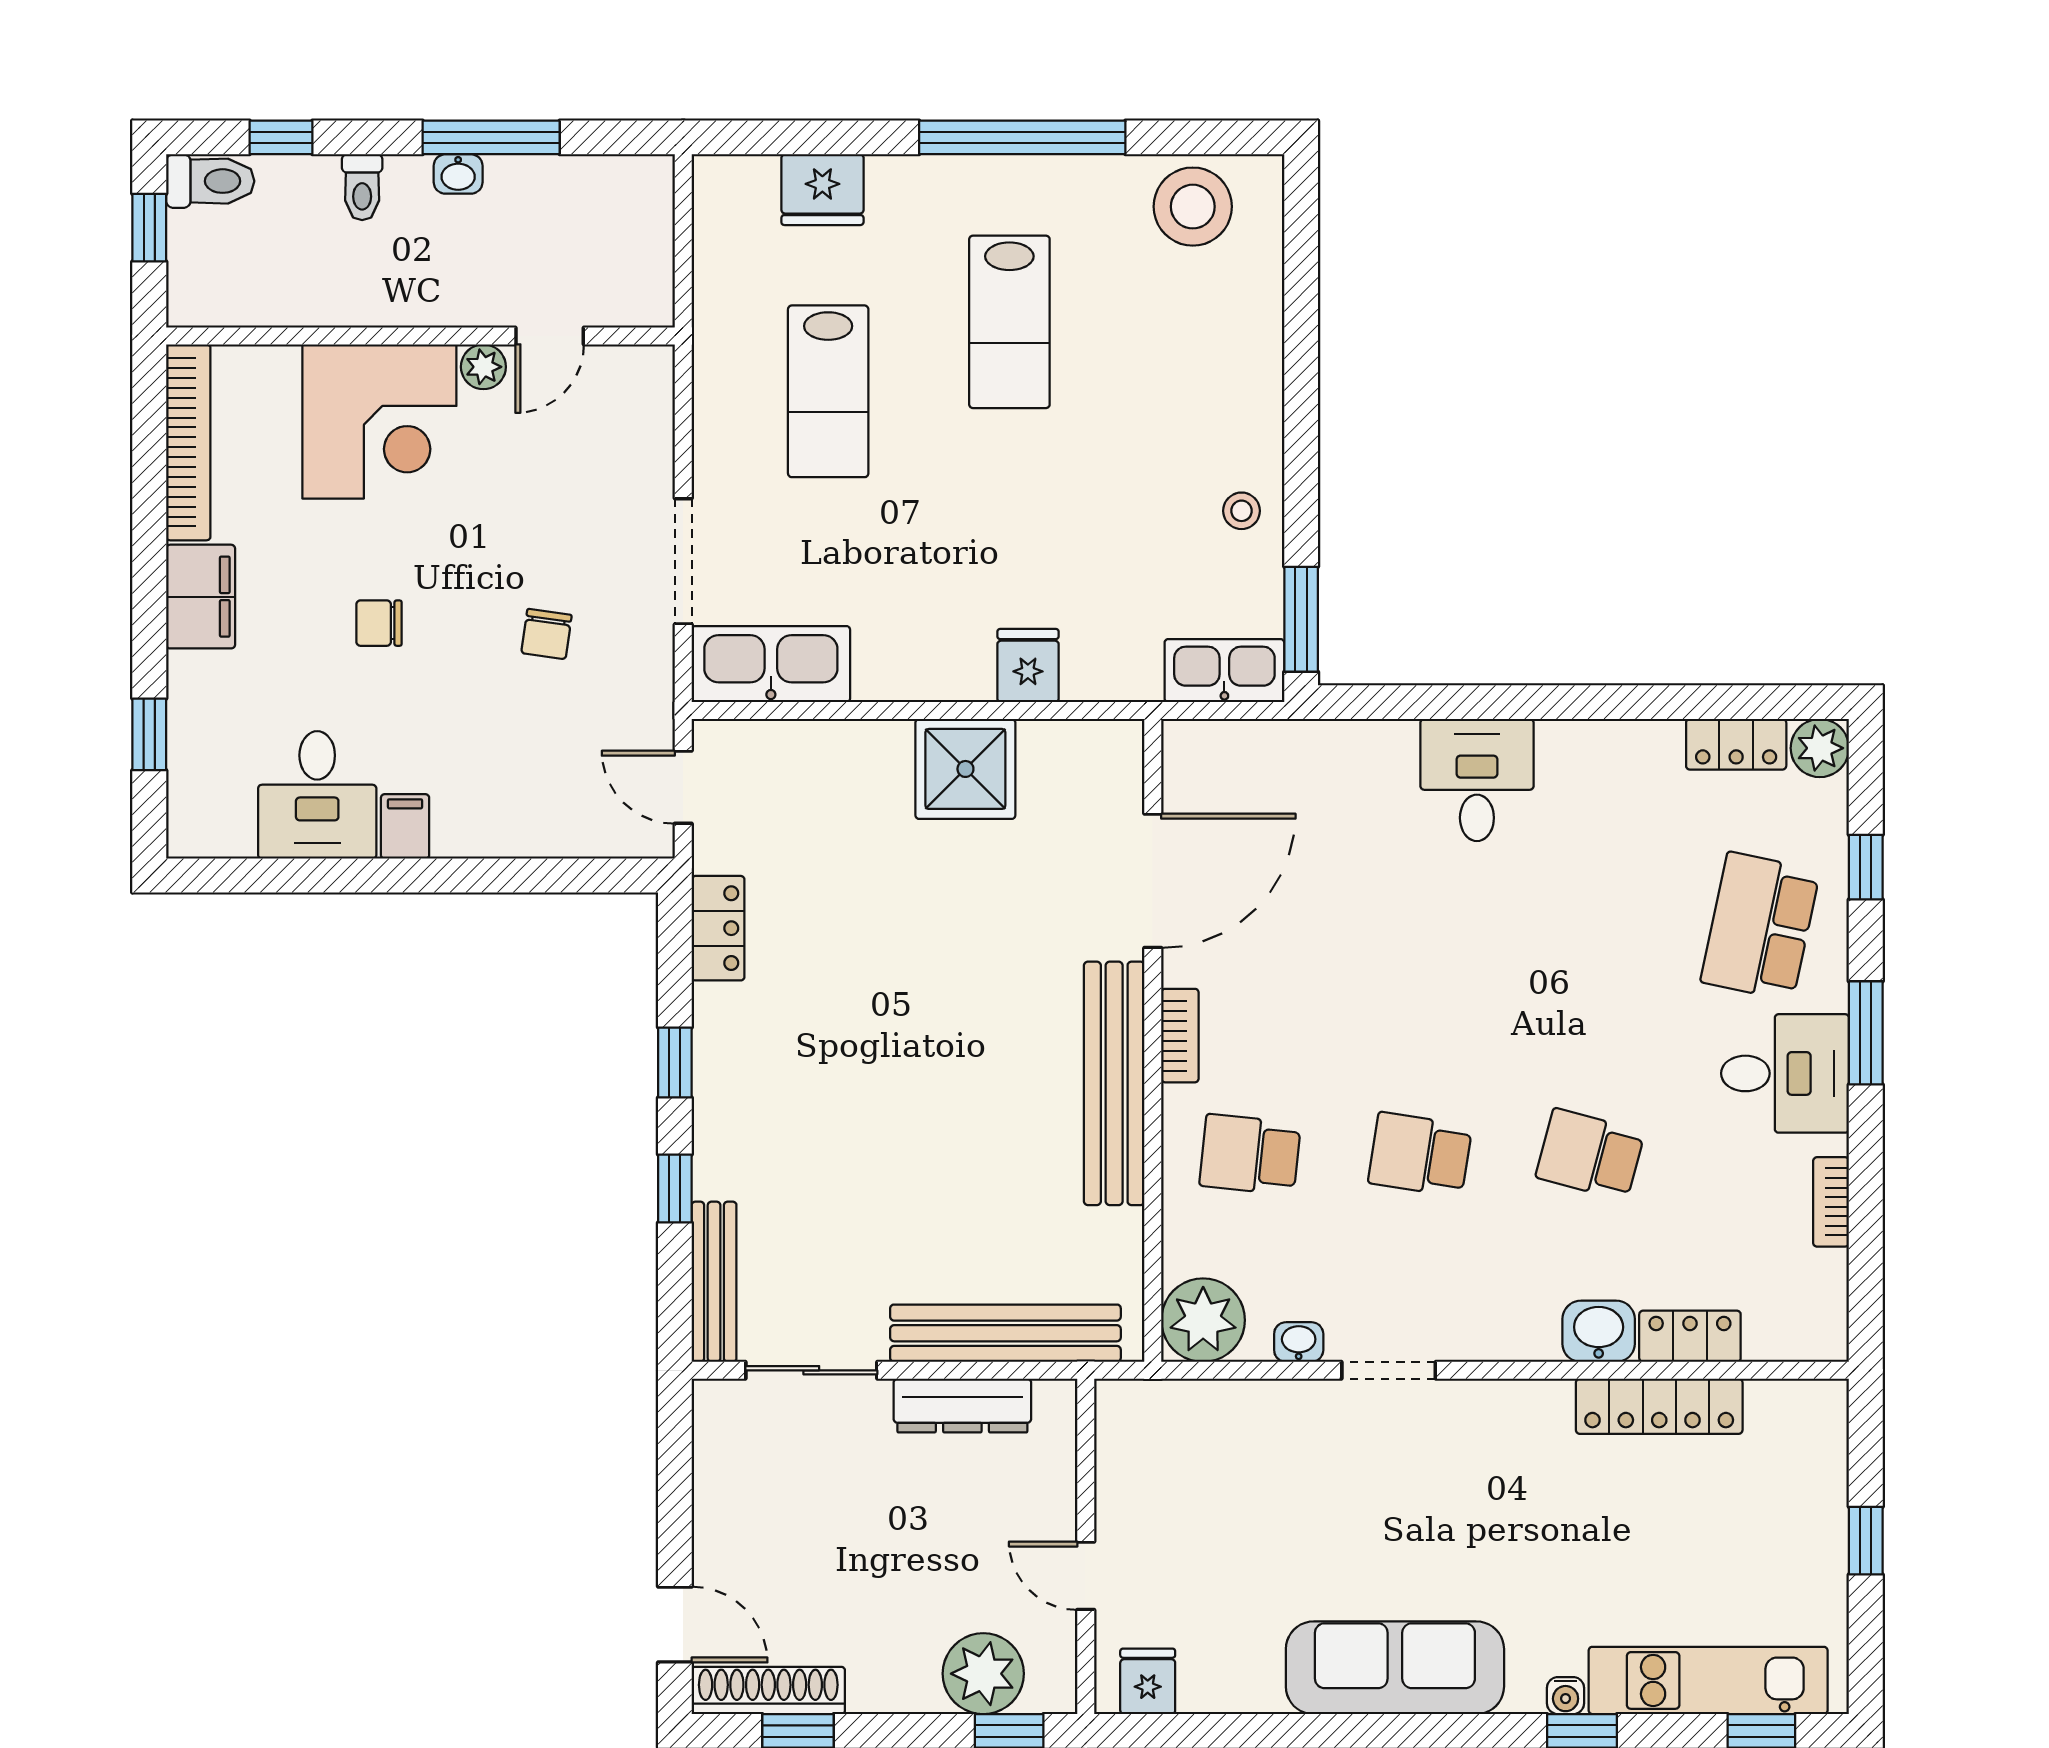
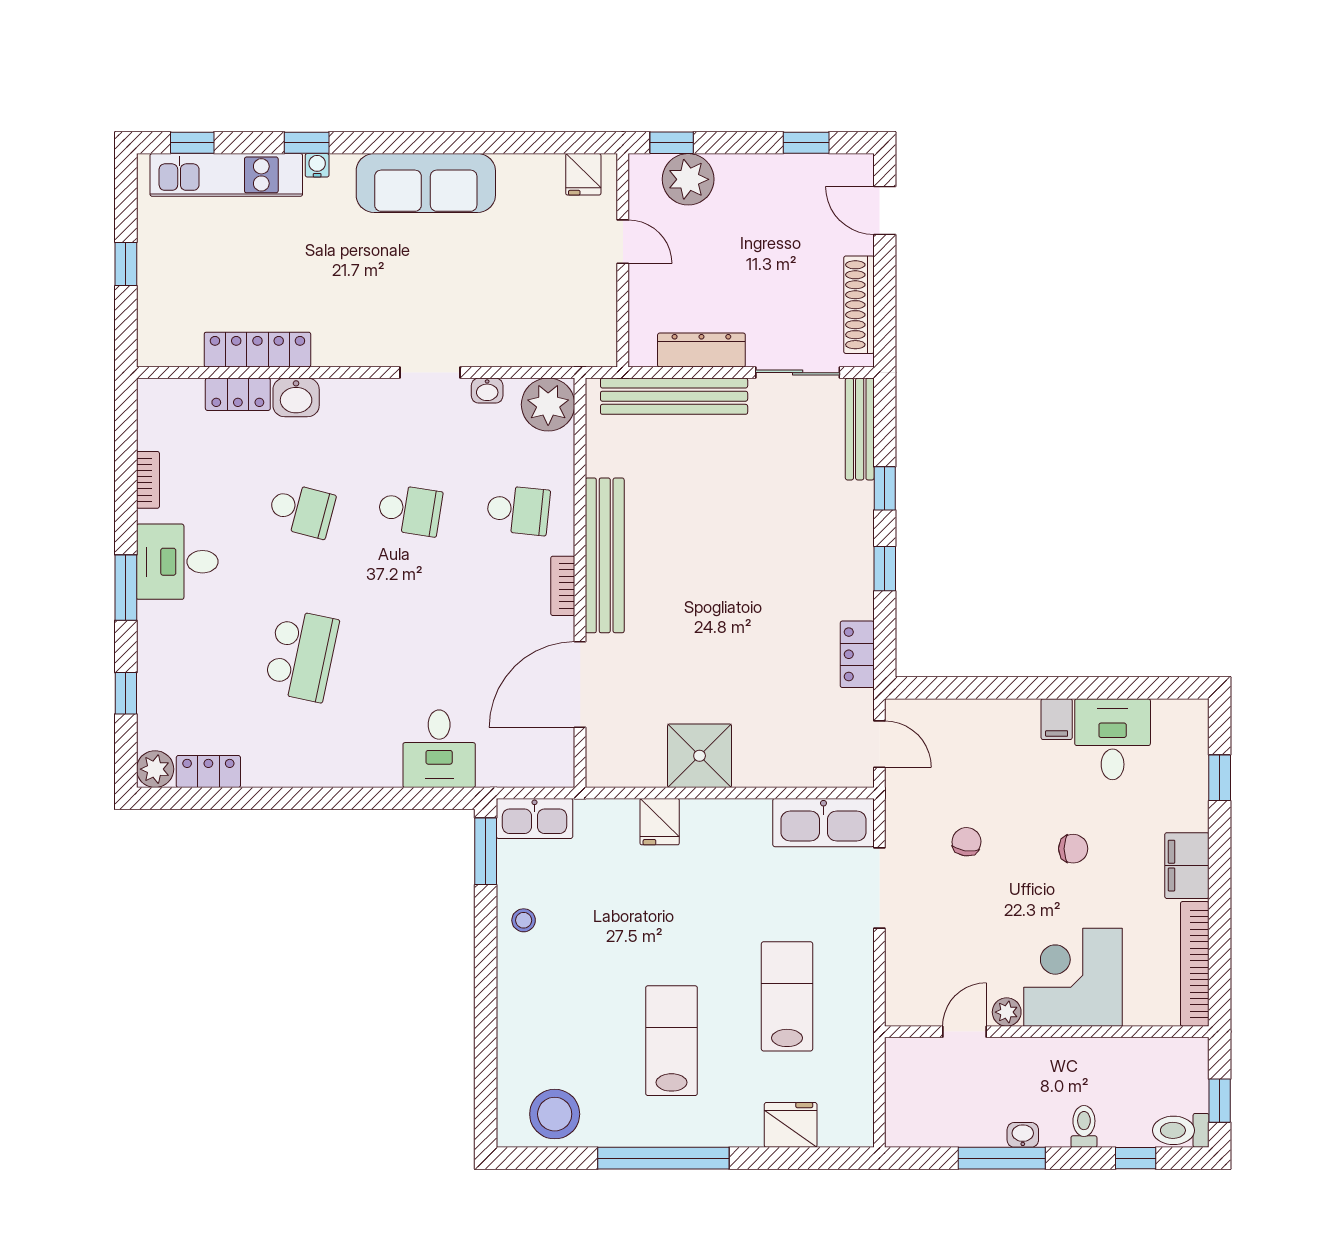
desk: (1477, 780) -> (439, 749), moved
school desk: (1760, 926) -> (301, 655), moved
shoe rack: (768, 1690) -> (859, 305), moved, turned 90

